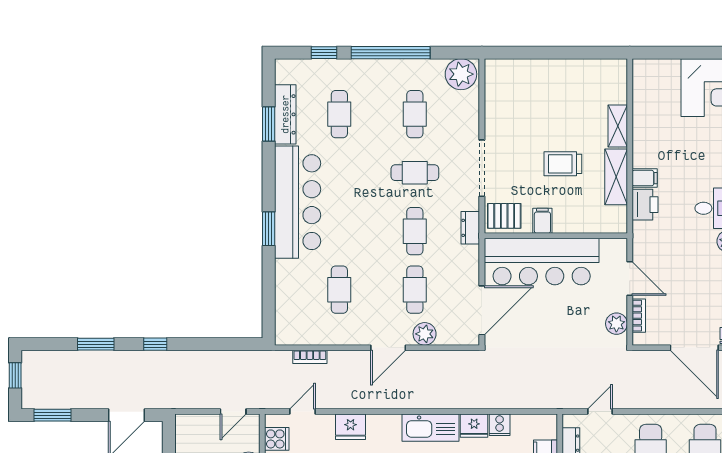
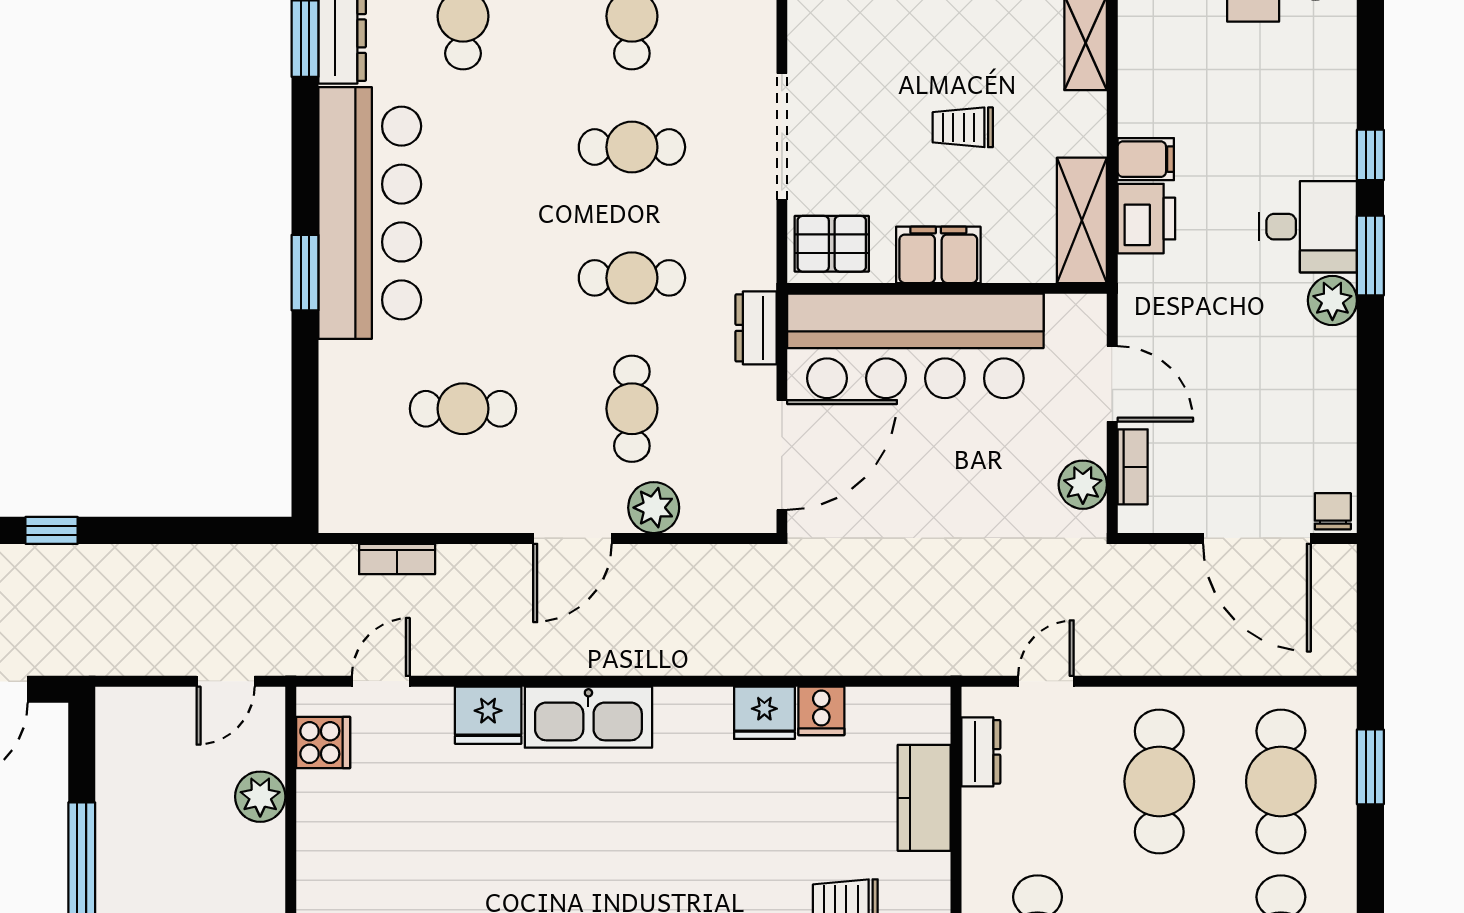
trolley: (563, 164) -> (963, 127), width x0.73, depth x0.72
shelving: (616, 177) -> (1082, 220), moved
filing cabinet: (542, 221) -> (938, 255), width x2.00
dresser: (470, 228) -> (756, 328), moved
cafe table: (415, 231) -> (632, 278), turned 90
cafe table: (339, 290) -> (463, 409), turned 90
kitchen sink: (430, 428) -> (588, 717), moved

